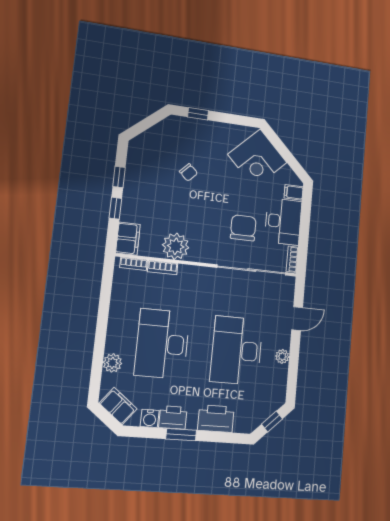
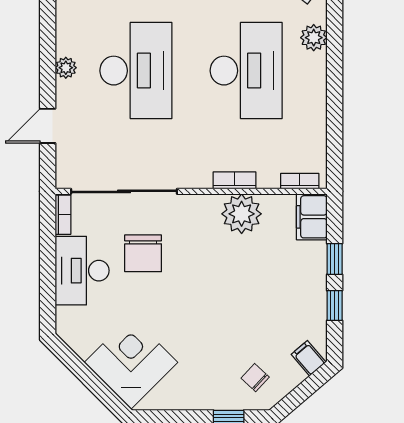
chair: (188, 172) -> (255, 378), moved
filing cabinet: (294, 192) -> (309, 358), moved, turned -130
bookcase: (163, 268) -> (235, 180), moved

